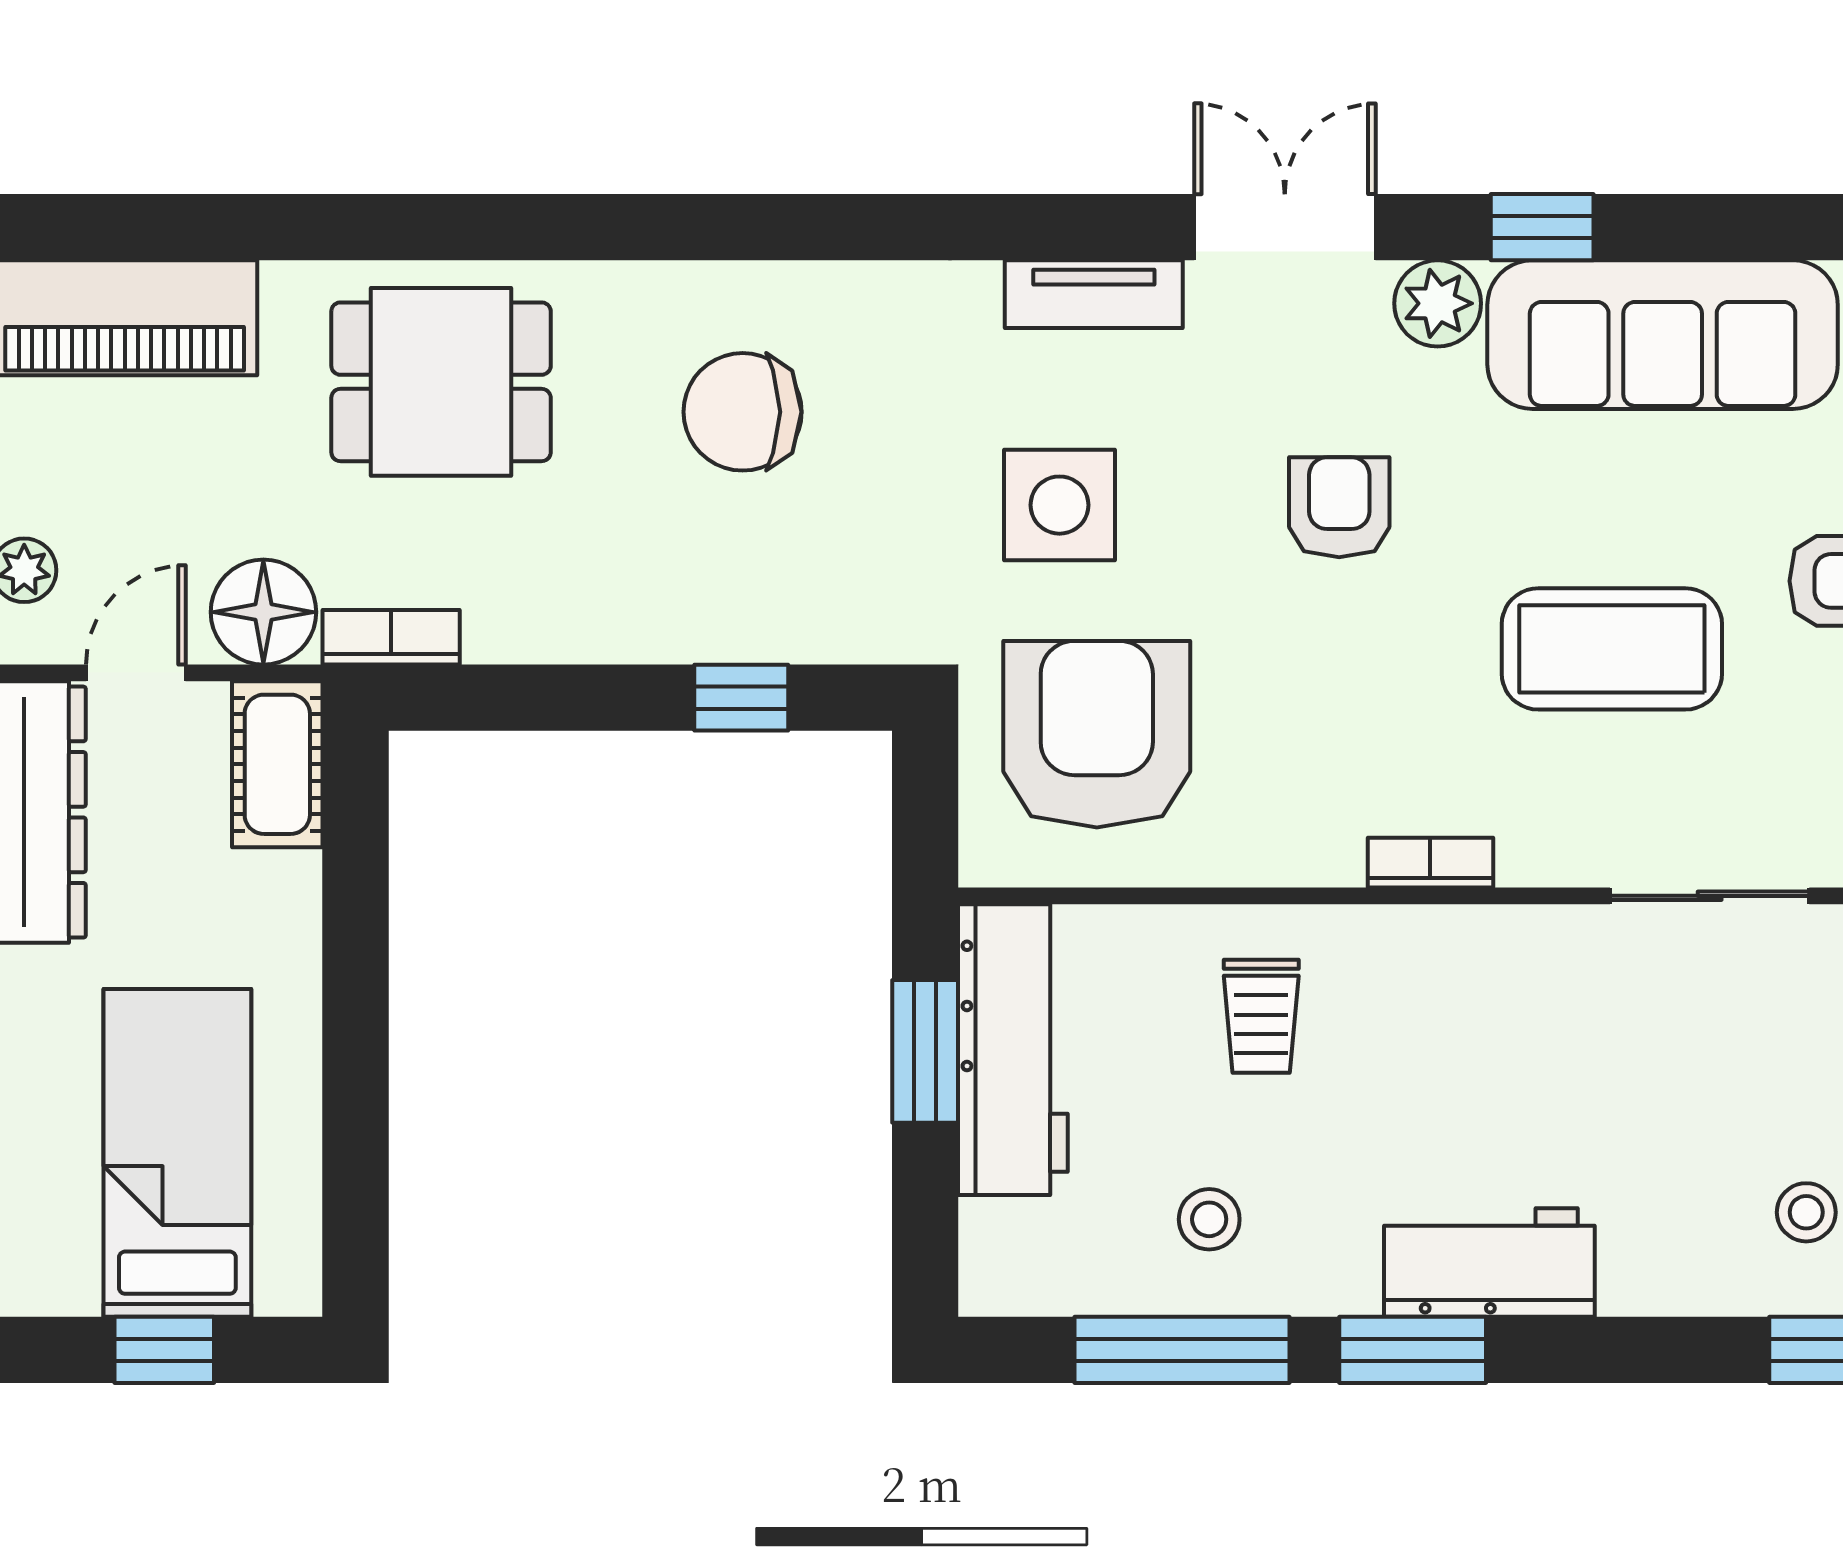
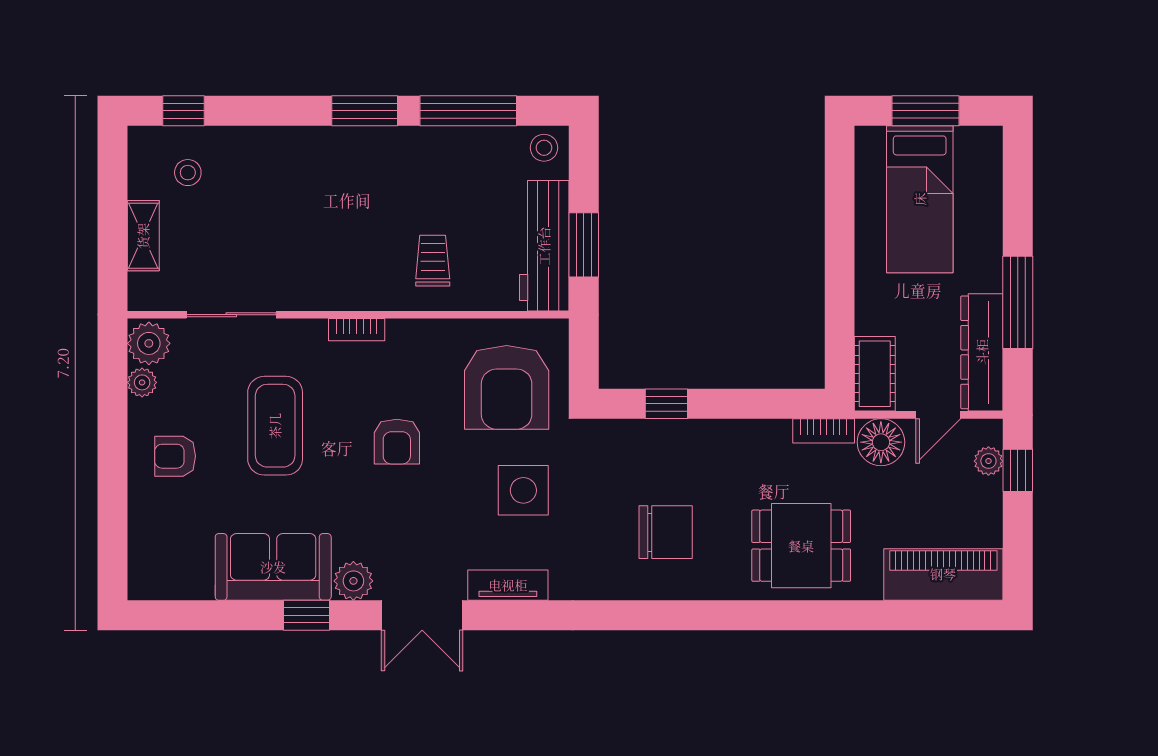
sofa: (1663, 335) -> (273, 567), width x0.73
armchair: (1339, 507) -> (397, 442), moved
coffee table: (1612, 649) -> (275, 426), turned 90
stool: (1209, 1219) -> (544, 148), moved
workbench: (1489, 1263) -> (330, 150), removed
window: (164, 1350) -> (926, 111), width x1.50

